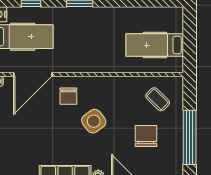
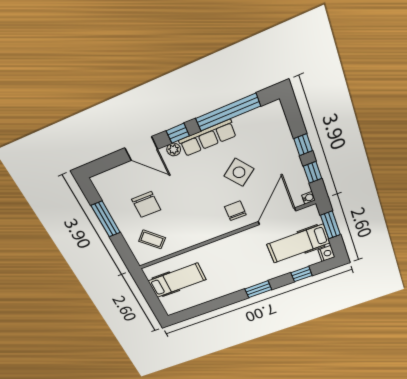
side table: (94, 121) -> (239, 172), moved
window: (190, 137) -> (106, 219), width x0.68

